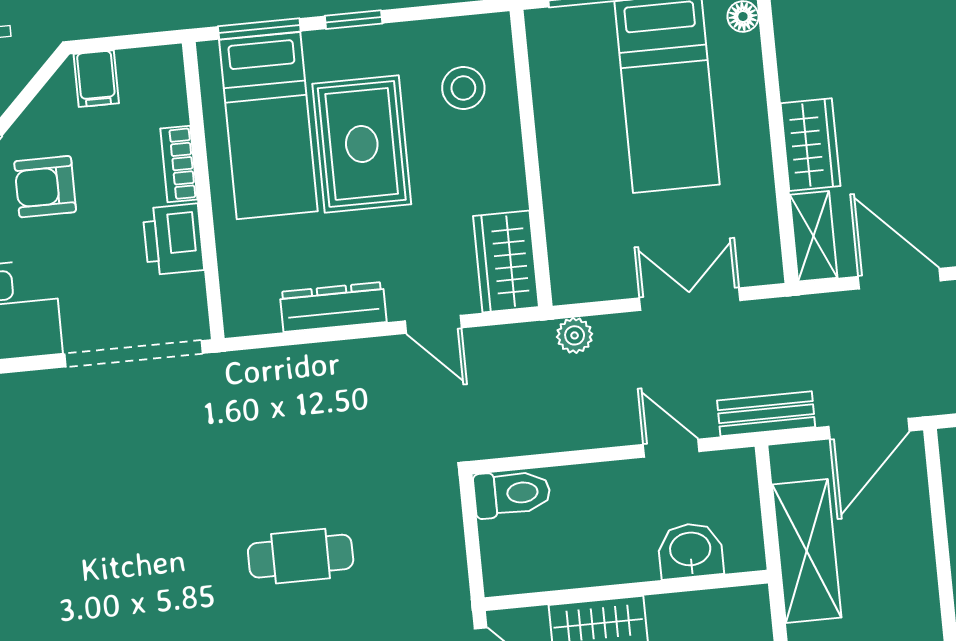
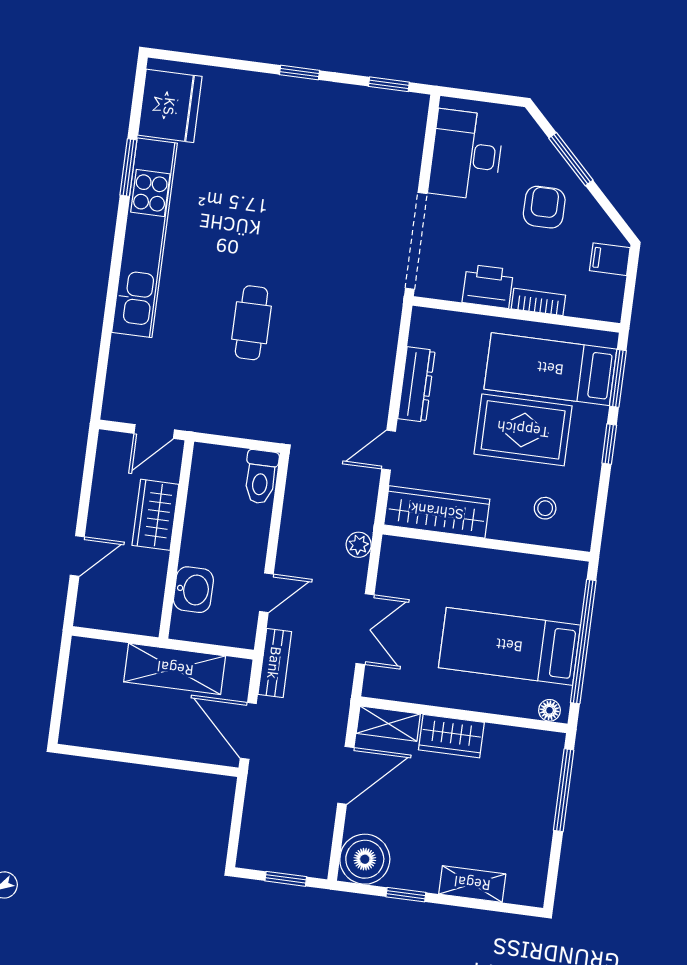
stool: (463, 88) -> (545, 508), width x0.73, depth x0.73
wardrobe: (506, 262) -> (437, 512), width x1.50

